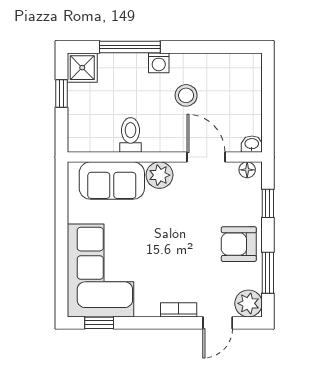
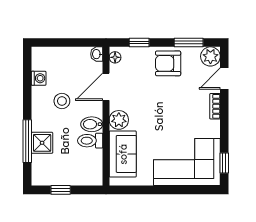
washing machine: (159, 63) -> (39, 78), moved
shower: (82, 68) -> (42, 143), moved
bidet: (153, 137) -> (92, 124), added
armchair: (239, 244) -> (168, 63), turned 90
door: (218, 323) -> (224, 78), swing flipped

